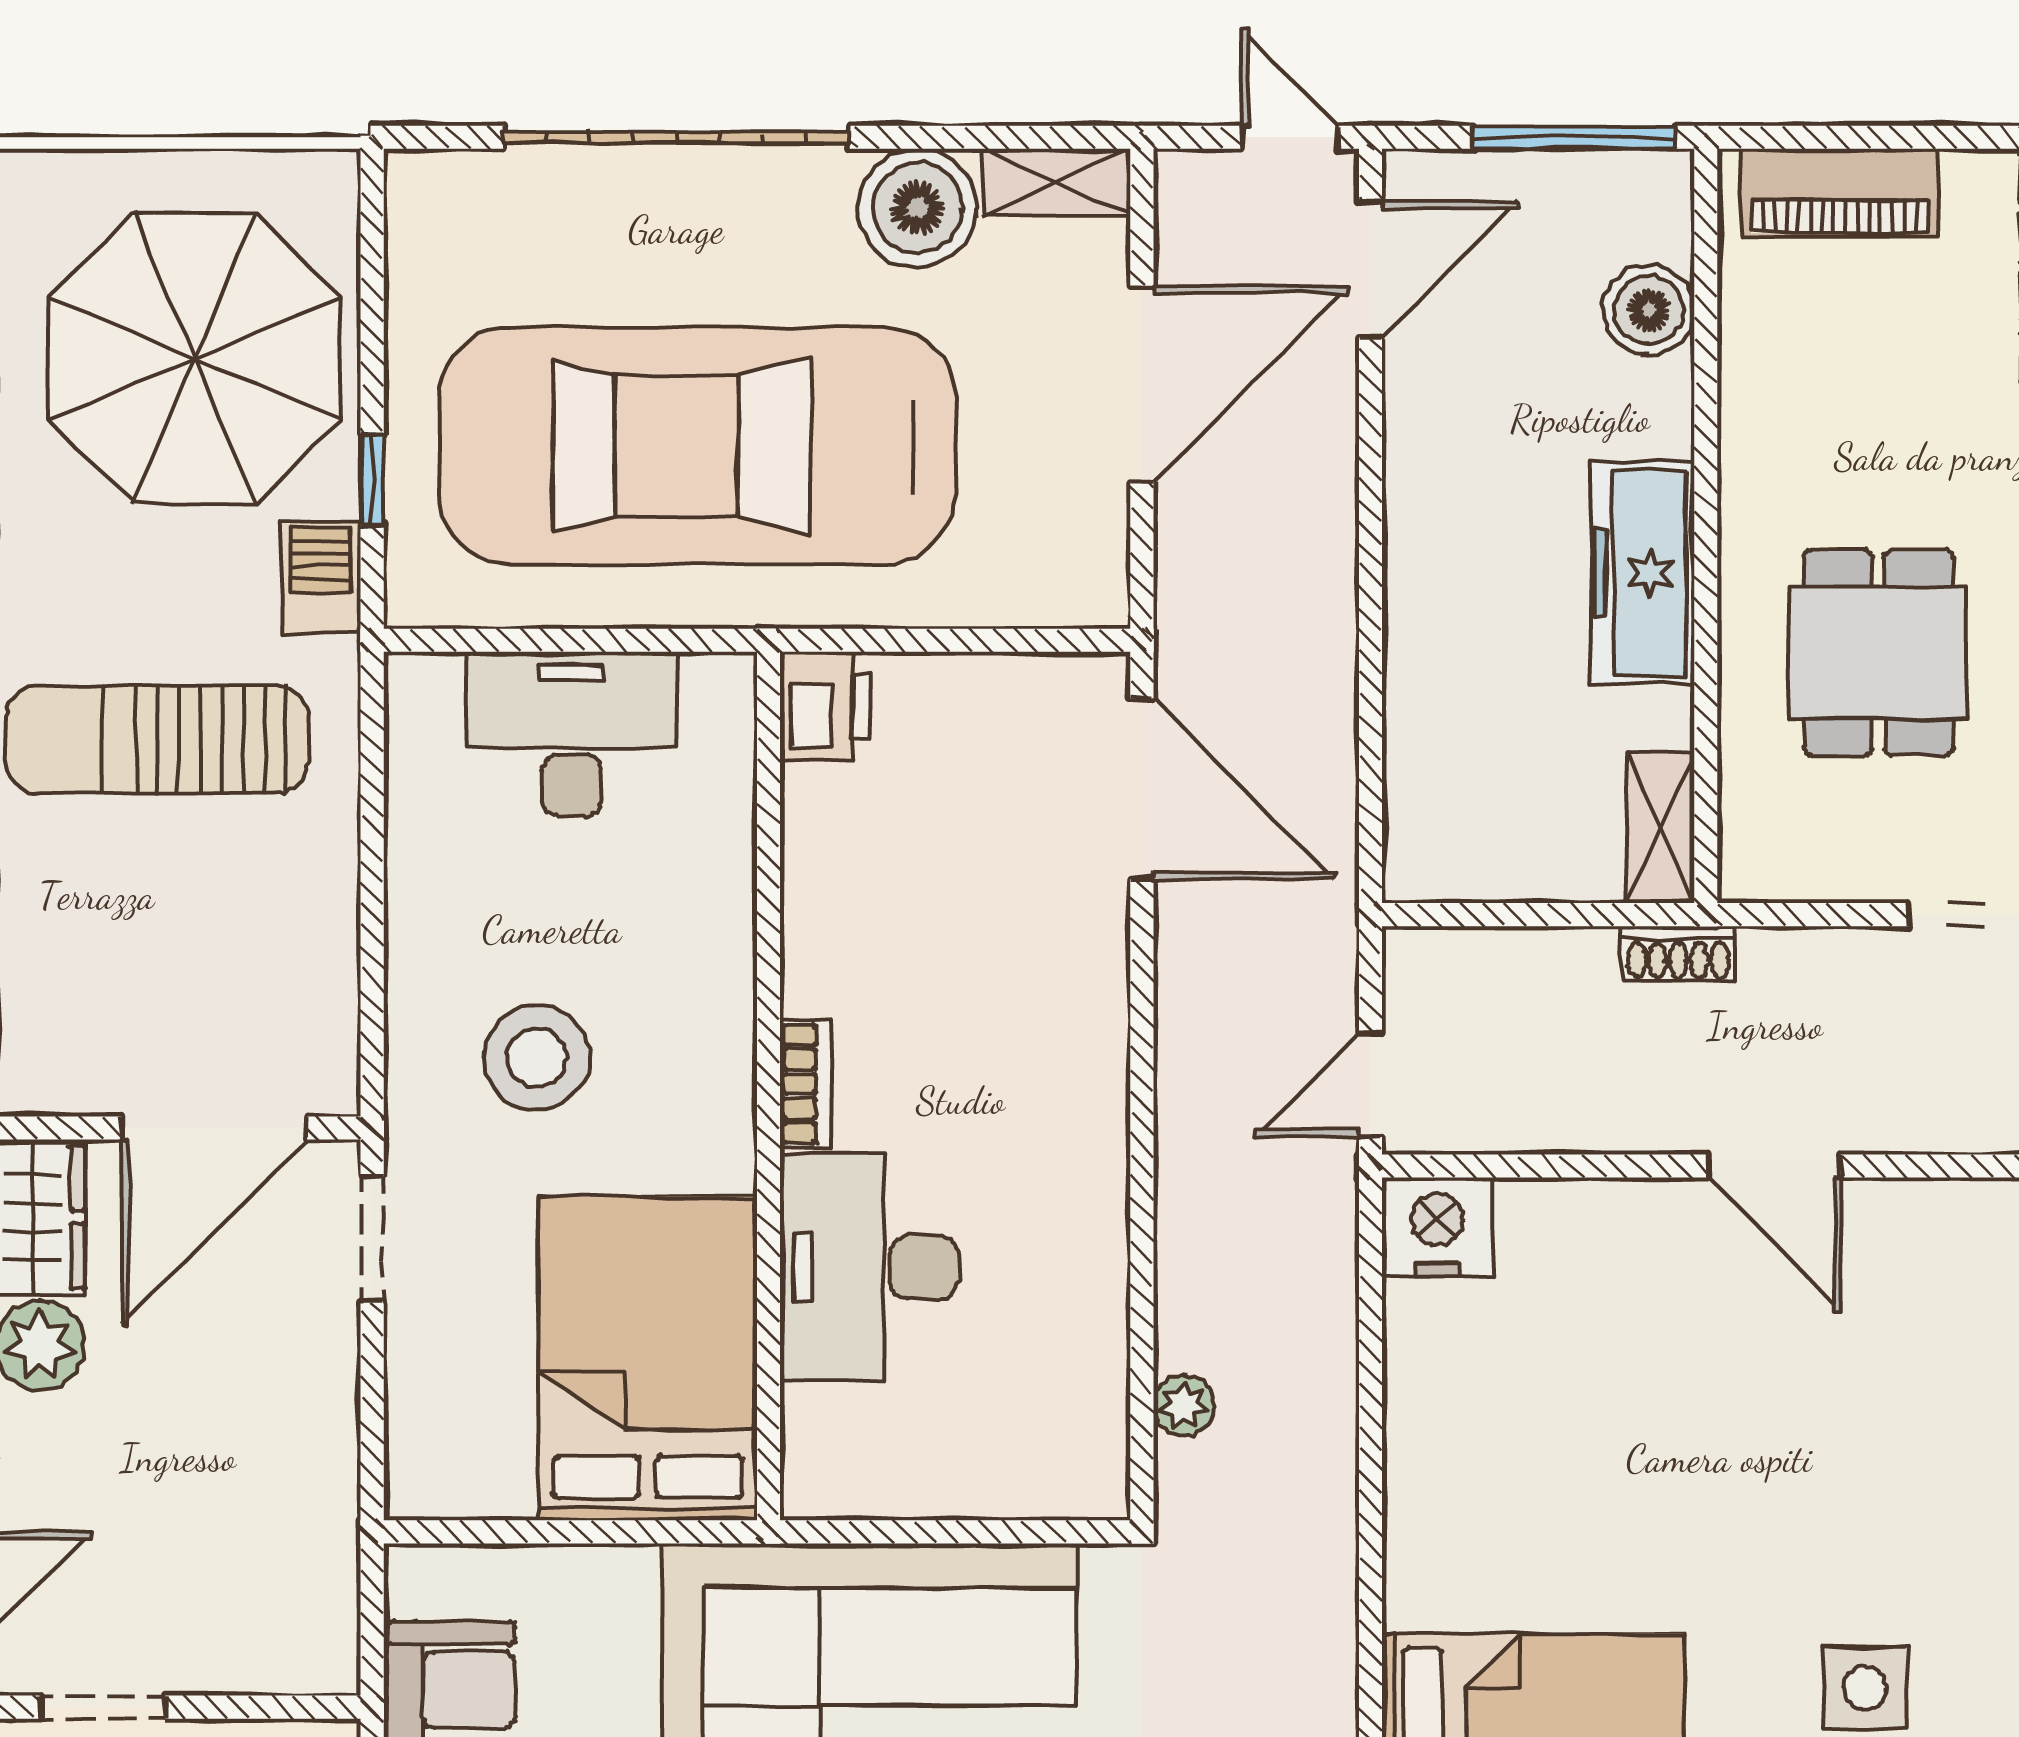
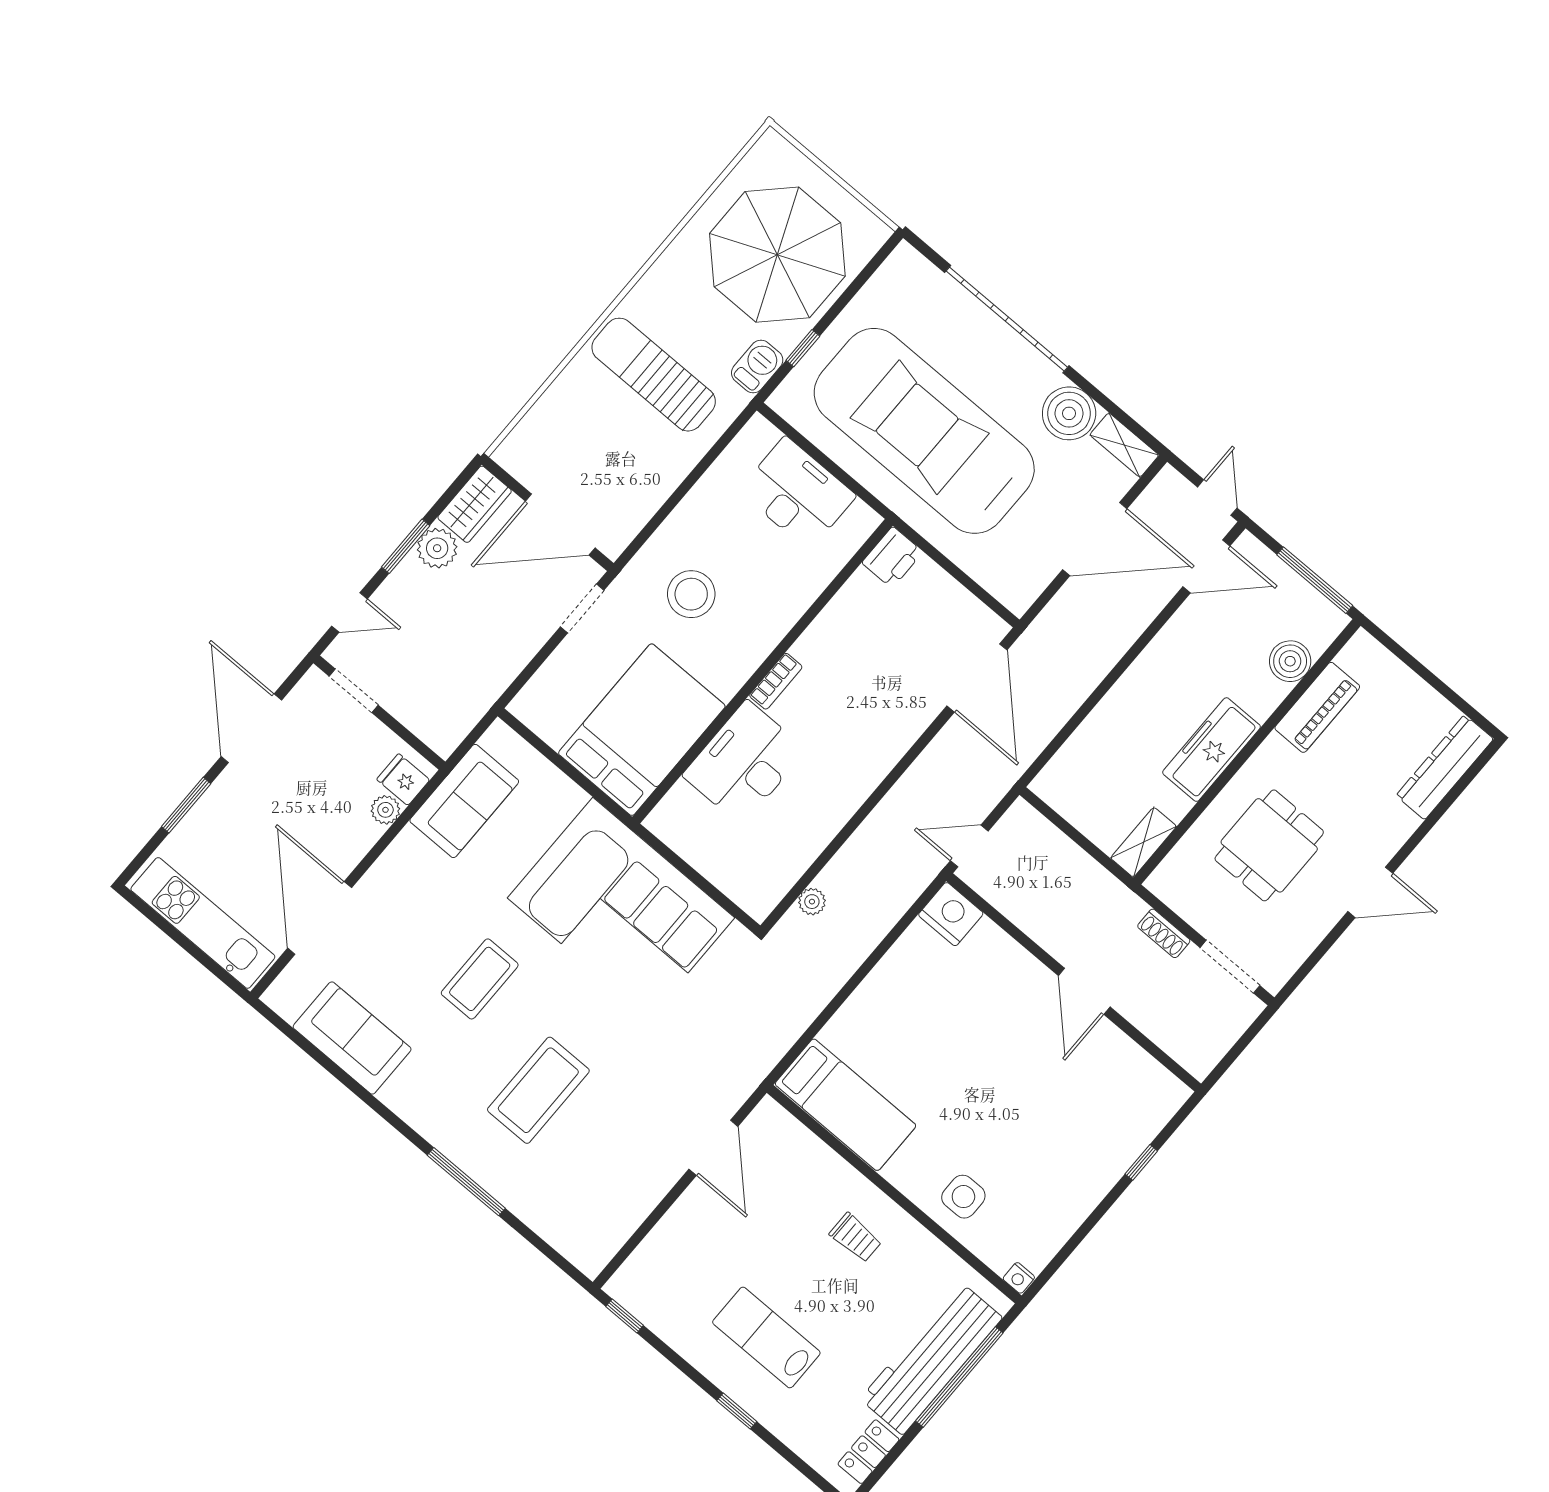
piano: (1839, 193) -> (1317, 707), moved, turned -90
shoe rack: (1678, 953) -> (1164, 933), moved

